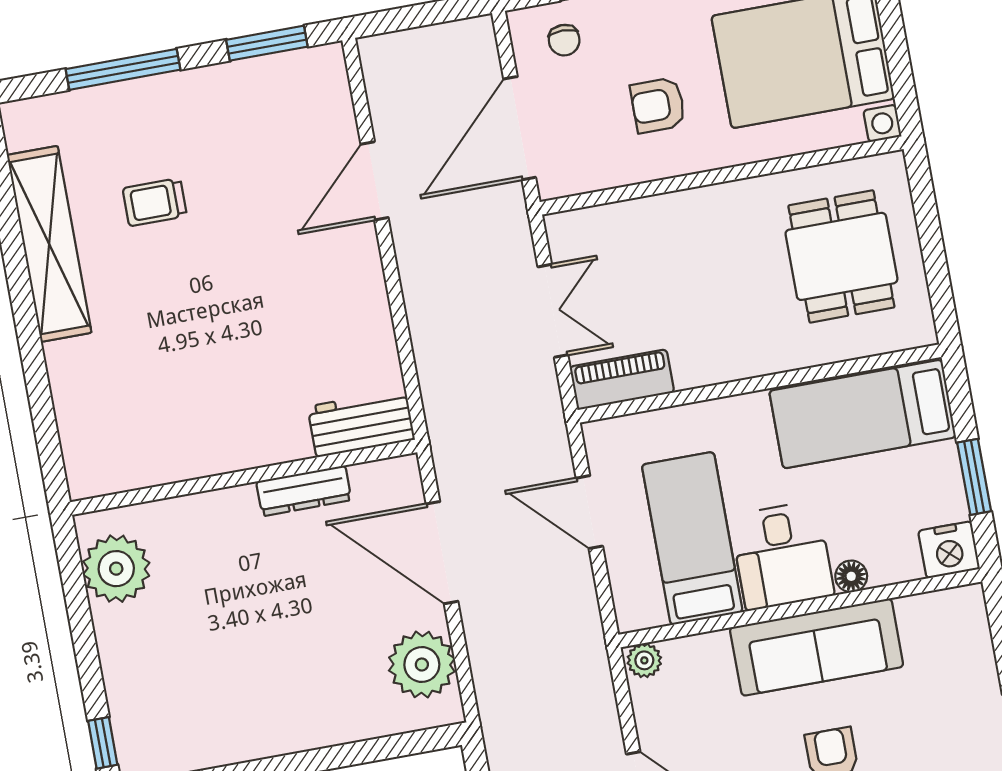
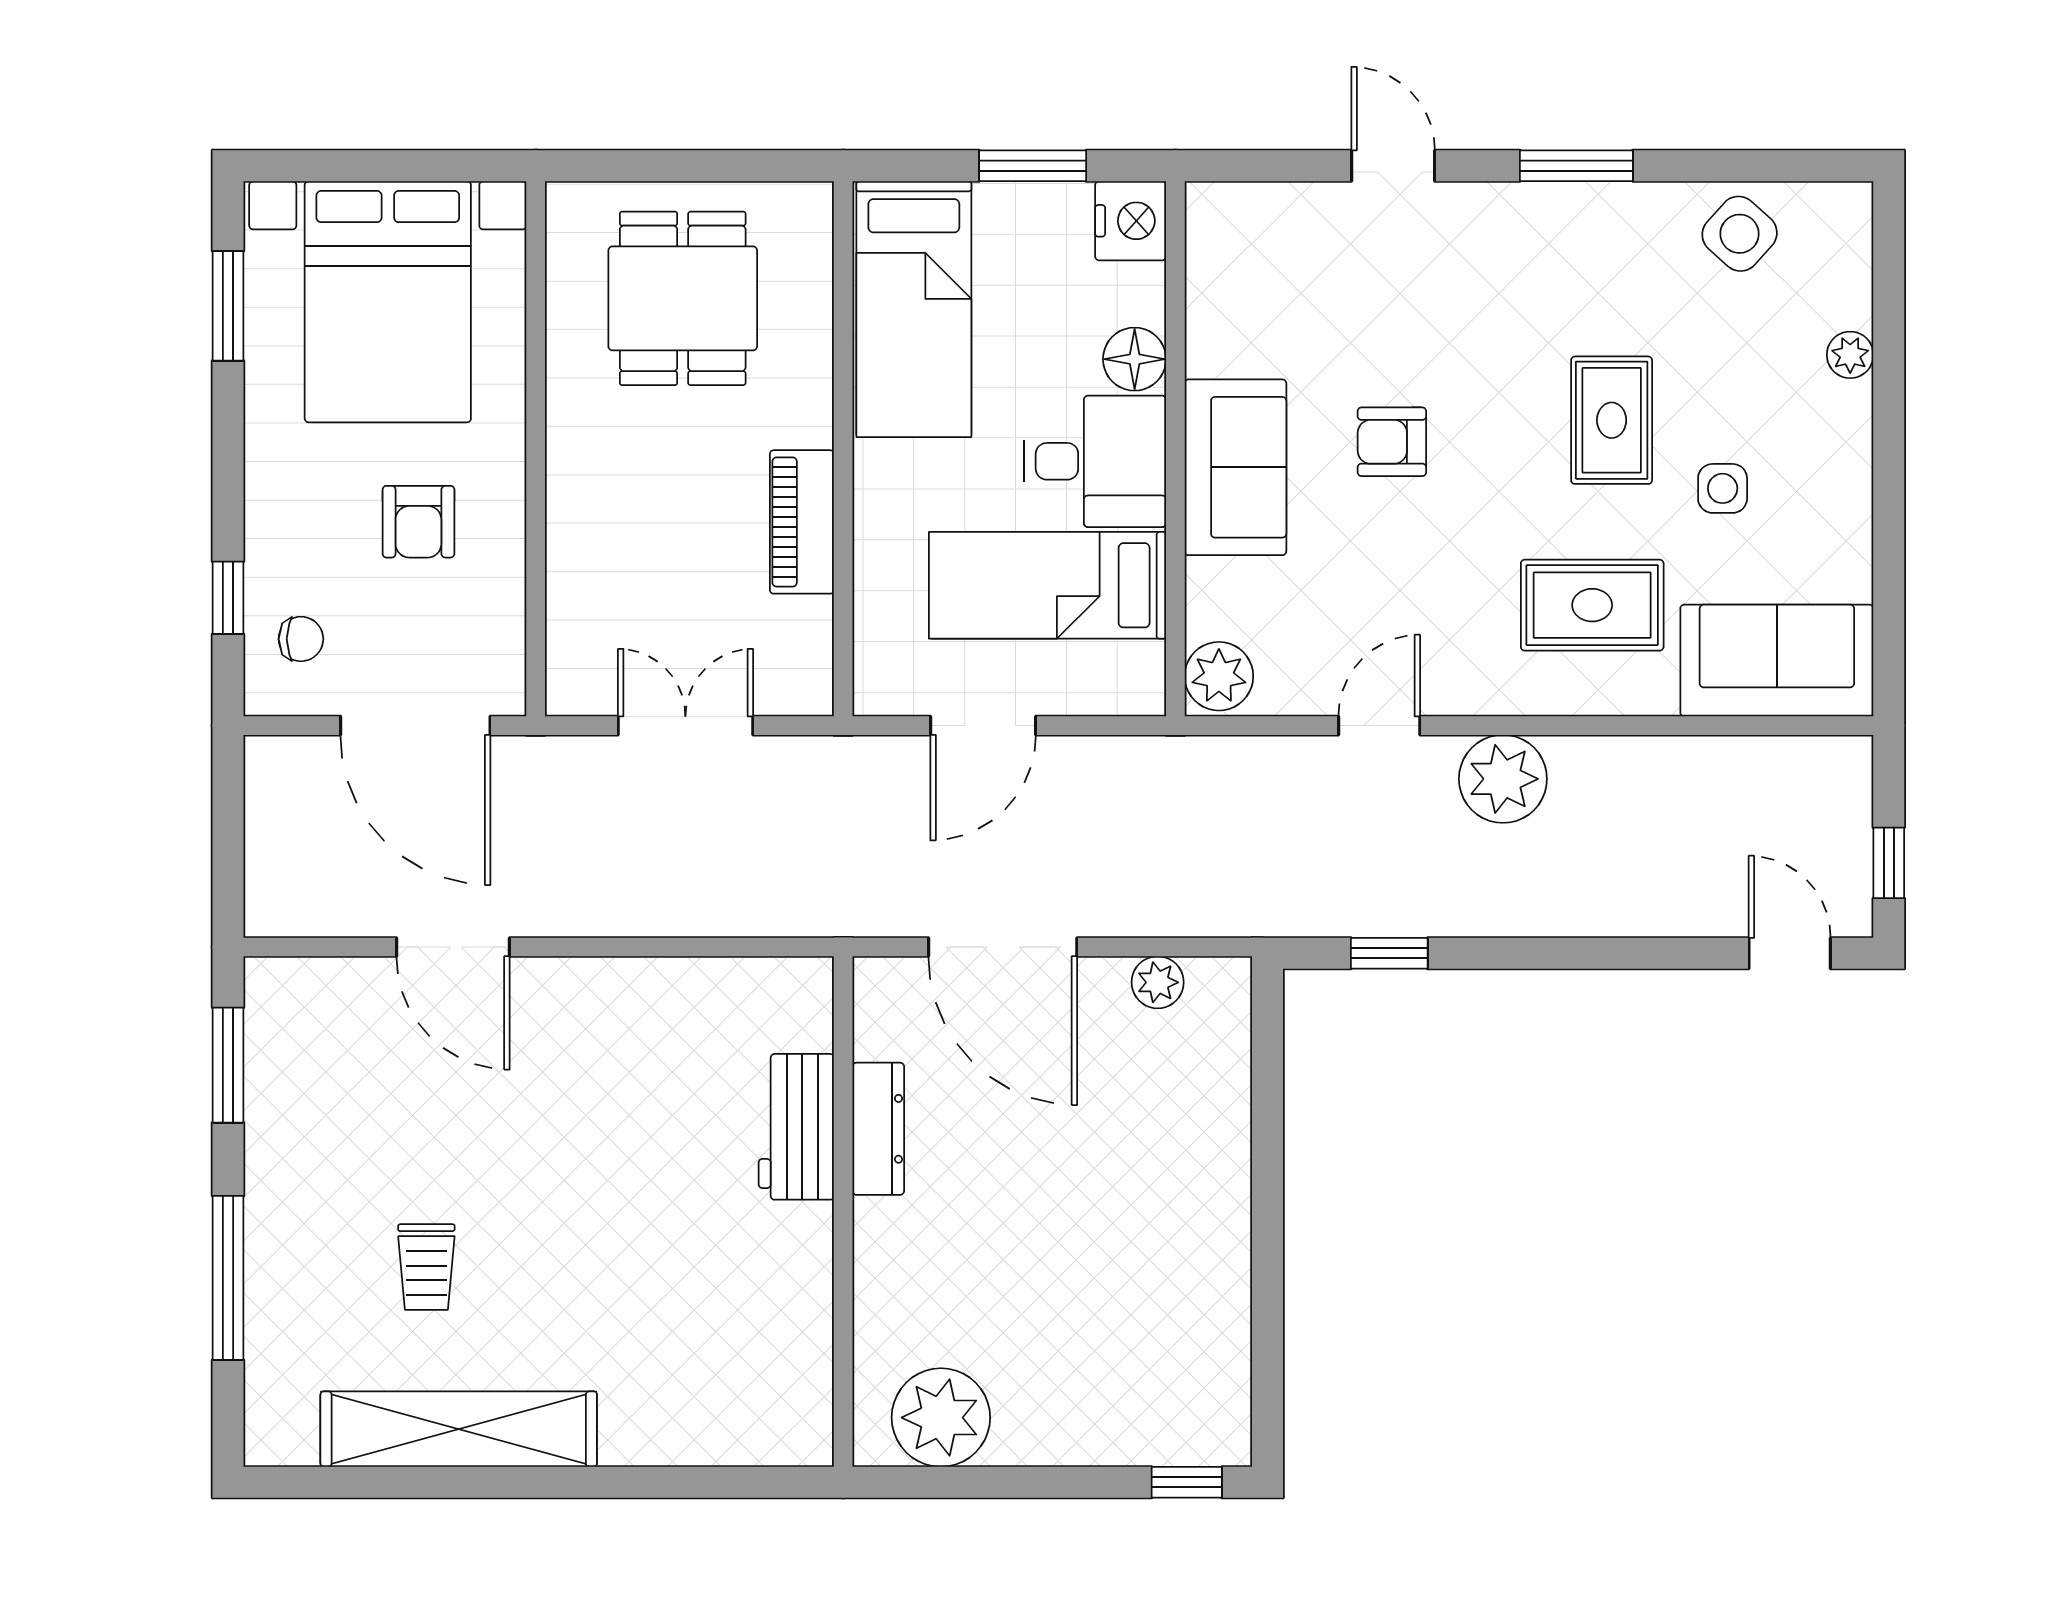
dining table: (841, 256) -> (683, 298), turned 90
piano: (622, 380) -> (802, 522), moved
workbench: (361, 423) -> (796, 1127), moved
door: (442, 553) -> (1003, 947), hinge flipped
floor lamp: (851, 576) -> (1135, 359), width x1.37, depth x1.37
sofa: (817, 647) -> (1235, 467), width x0.73
plant: (644, 660) -> (1219, 676), width x1.38, depth x1.38
plant: (422, 665) -> (1158, 982), width x0.53, depth x0.53

